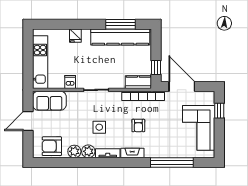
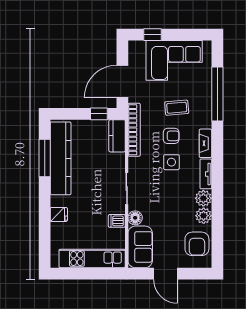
floor lamp: (73, 97) -> (135, 218), added
side table: (99, 127) -> (171, 162), moved
coffee table: (161, 130) -> (177, 108), added

